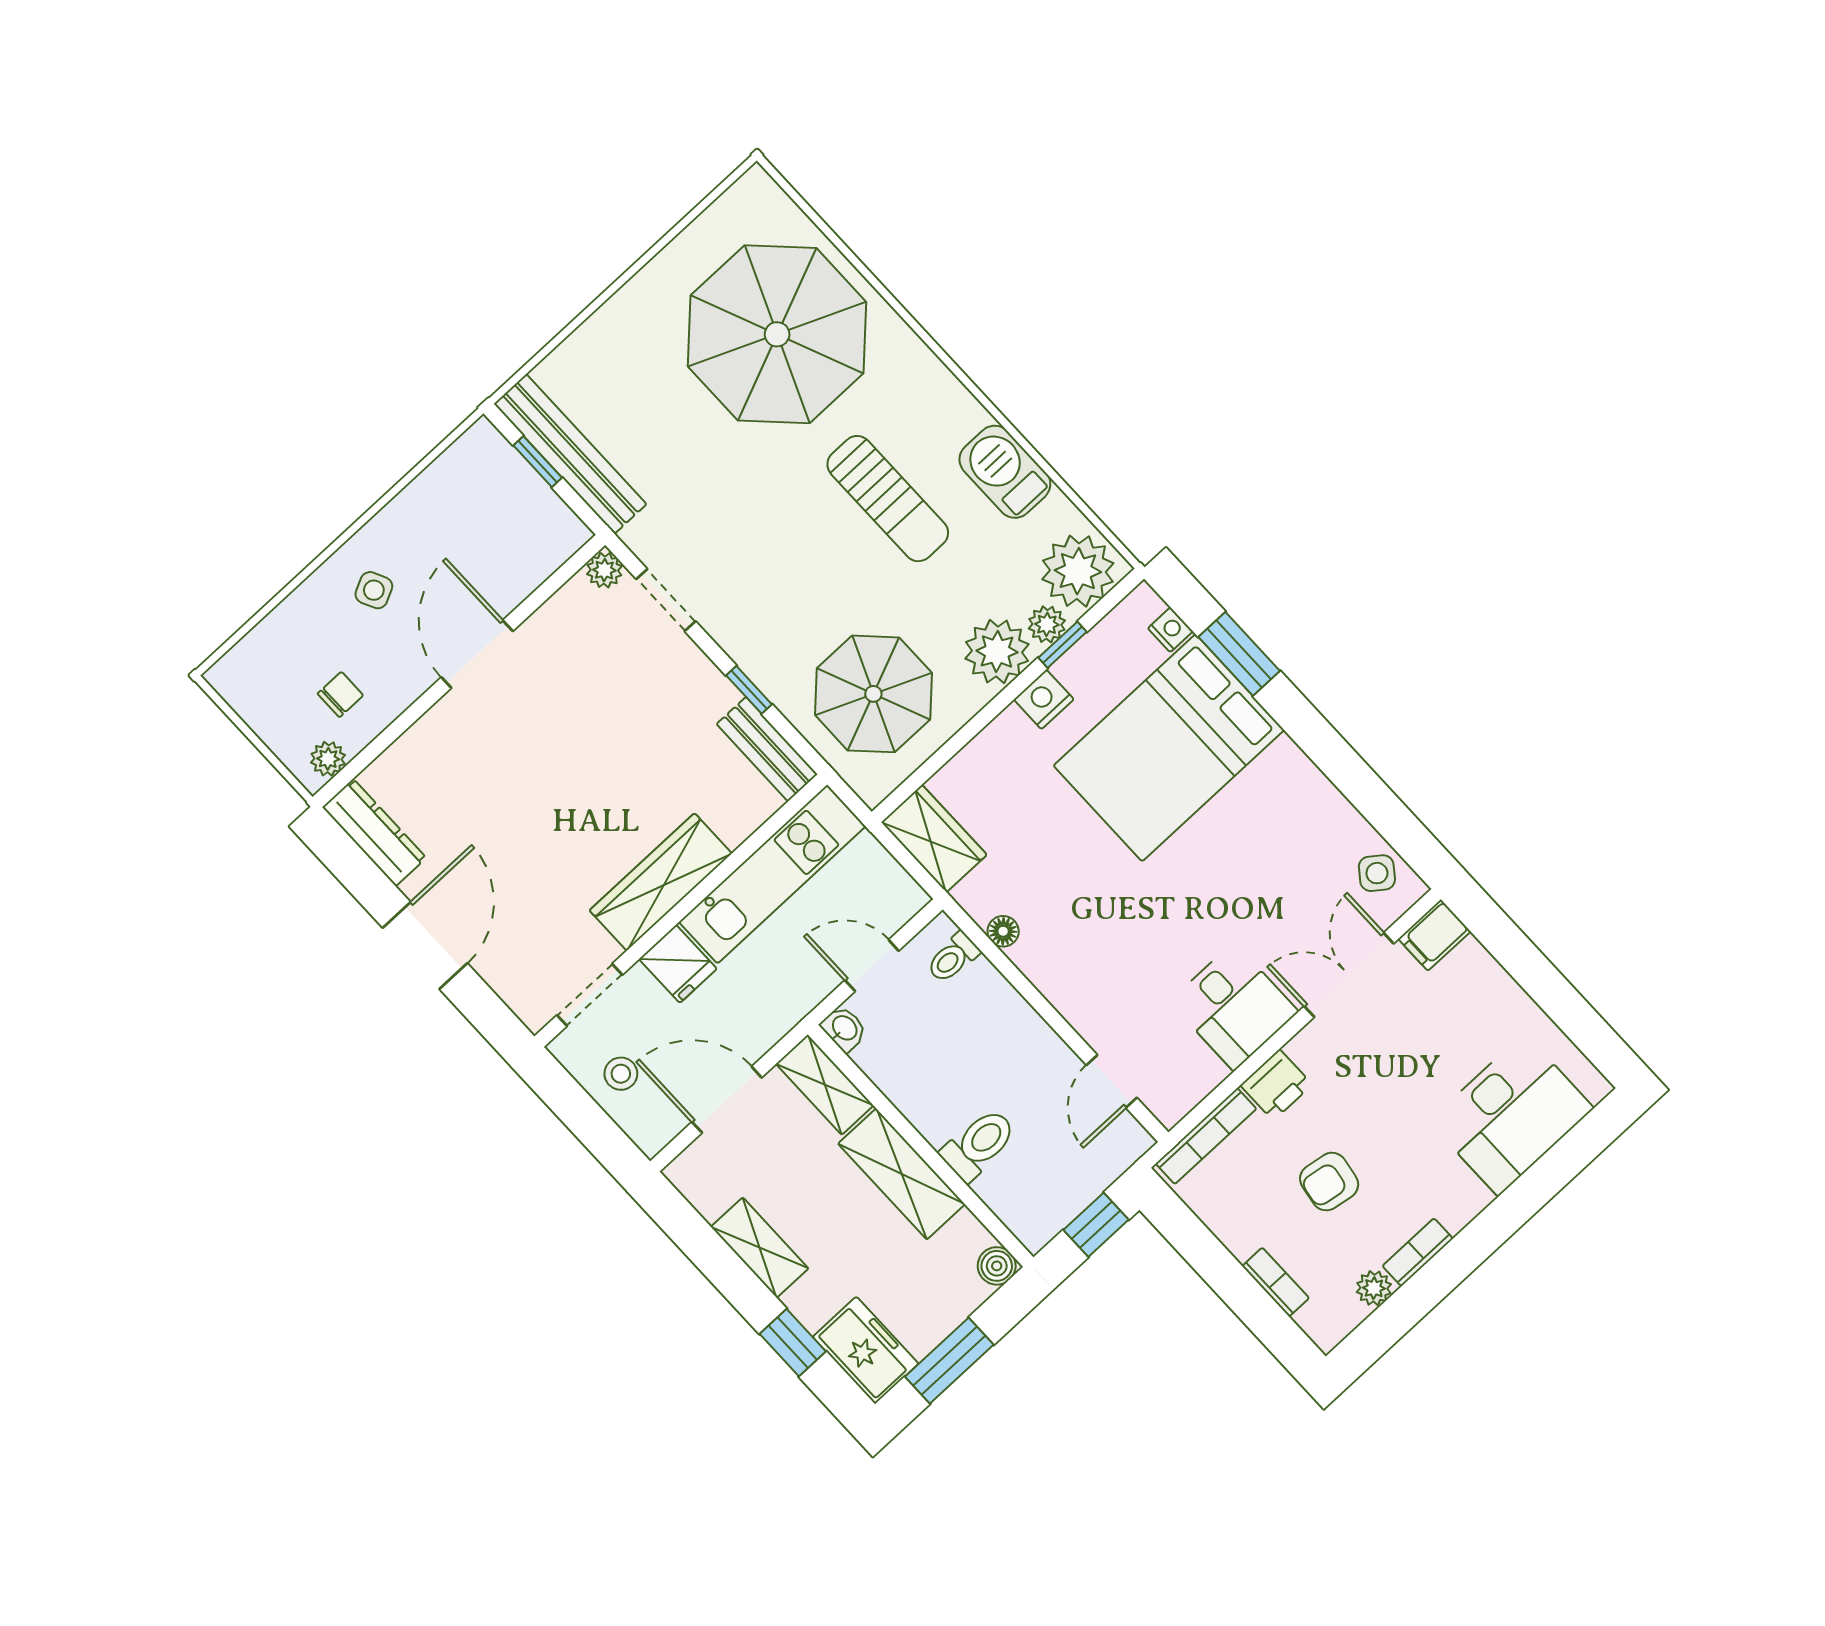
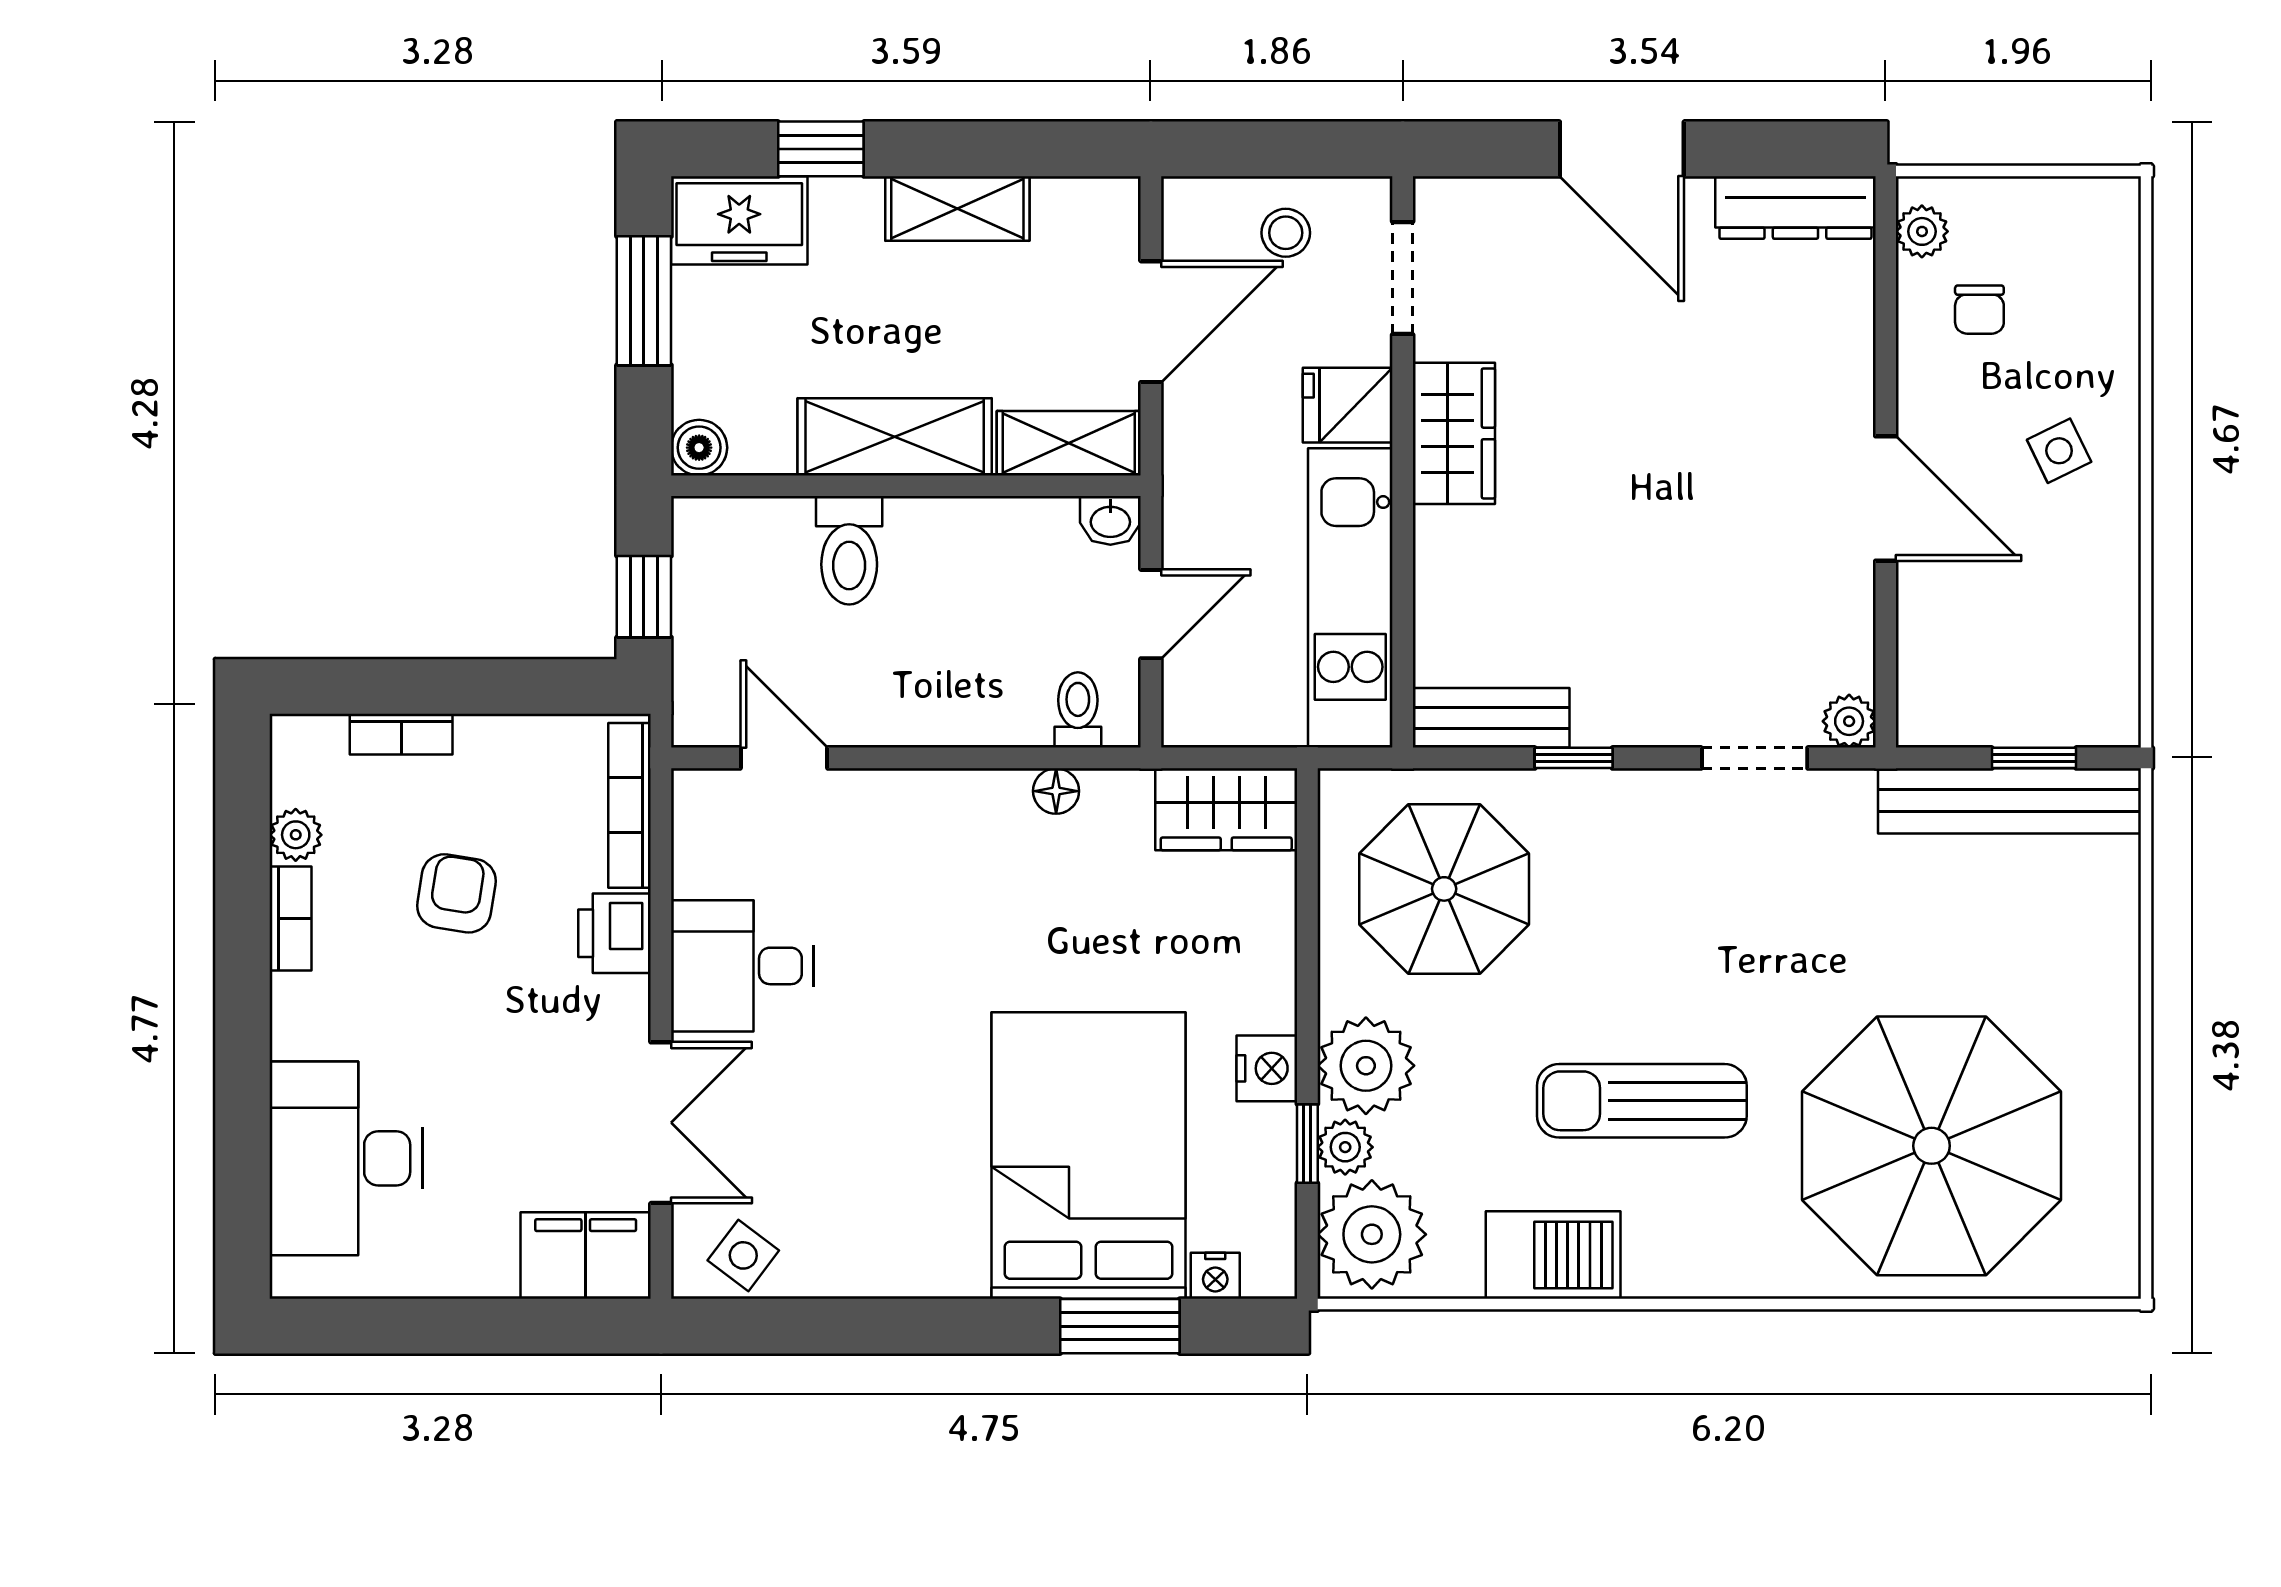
wardrobe: (661, 882) -> (1454, 433), width x0.67
filing cabinet: (1434, 935) -> (586, 1256), width x2.00

